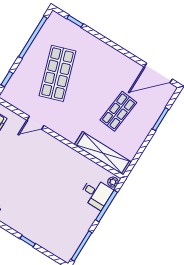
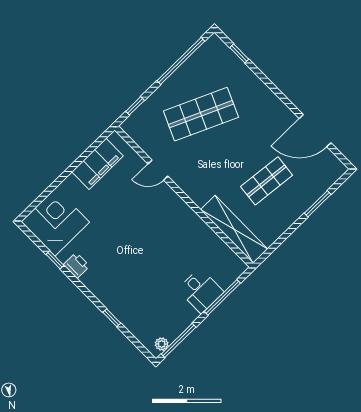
shop shelf: (57, 73) -> (201, 114), turned 42
door: (158, 73) -> (315, 131), moved
plant: (113, 182) -> (162, 344), moved
desk: (96, 194) -> (201, 291), moved

